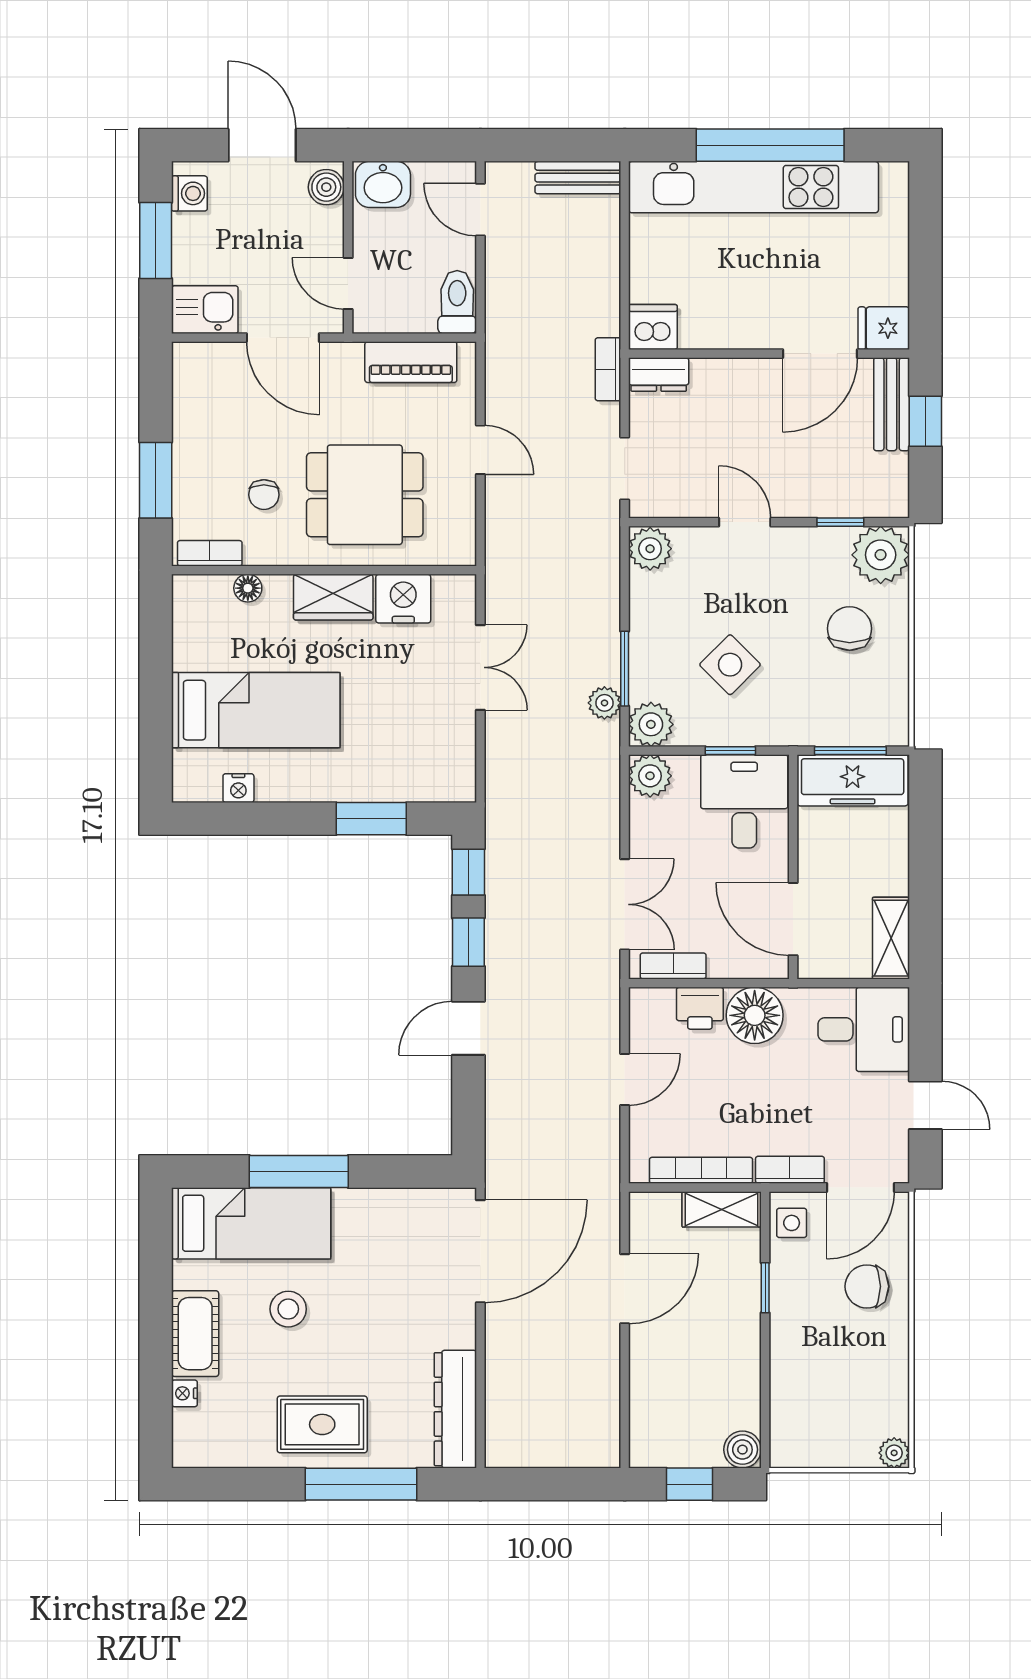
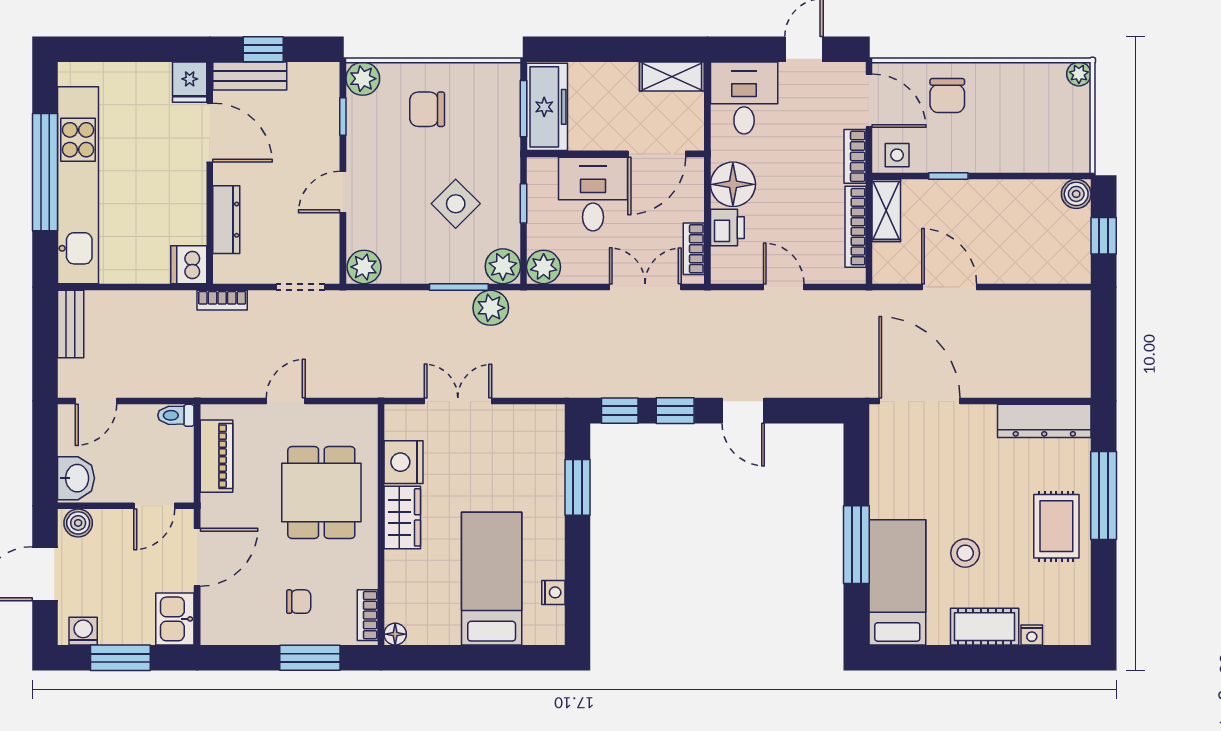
toilet: (457, 302) -> (176, 415), width x0.73, depth x0.72
dresser: (659, 374) -> (226, 220), moved, width x1.44
chair: (264, 495) -> (299, 602), moved
plant: (881, 555) -> (363, 79), width x0.73, depth x0.73
floor lamp: (248, 588) -> (395, 634), moved
plant: (604, 703) -> (491, 308), width x1.38, depth x1.38
desk: (744, 801) -> (593, 194), moved, turned 90

